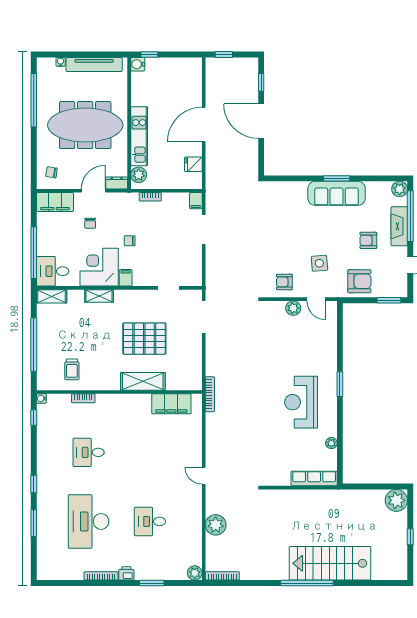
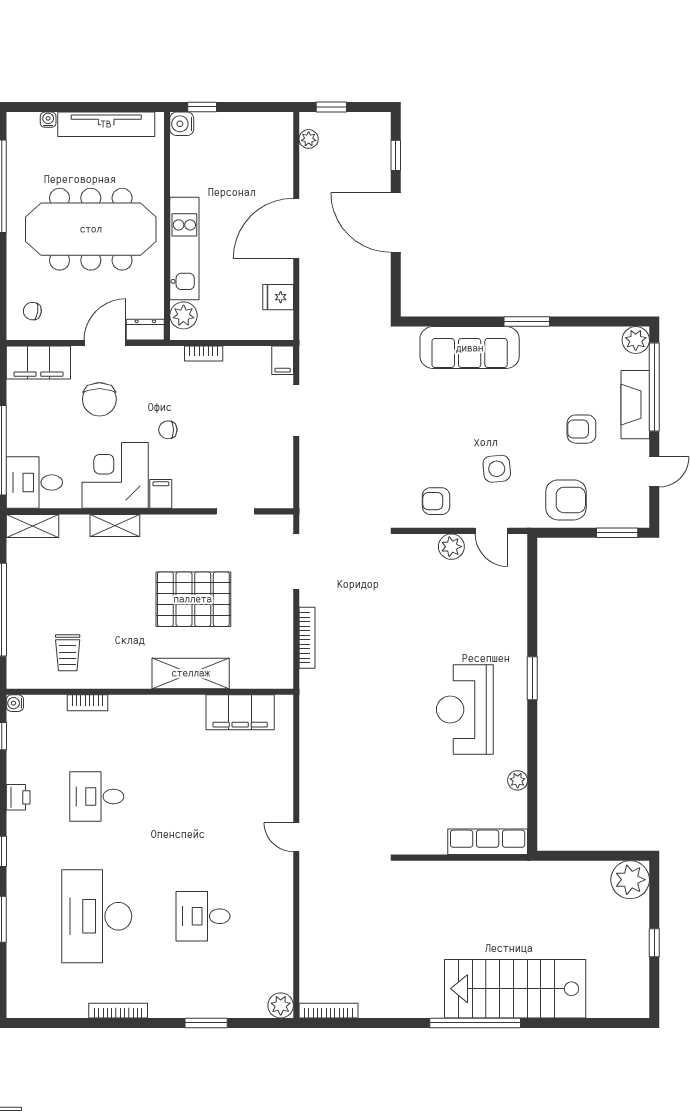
sofa: (337, 193) -> (470, 348), moved
chair: (90, 223) -> (99, 399), width x1.87, depth x1.87
bookcase: (210, 394) -> (307, 638), moved
plant: (216, 525) -> (309, 139), moved, width x0.53, depth x0.53
printer: (126, 573) -> (18, 797), moved, turned 90

